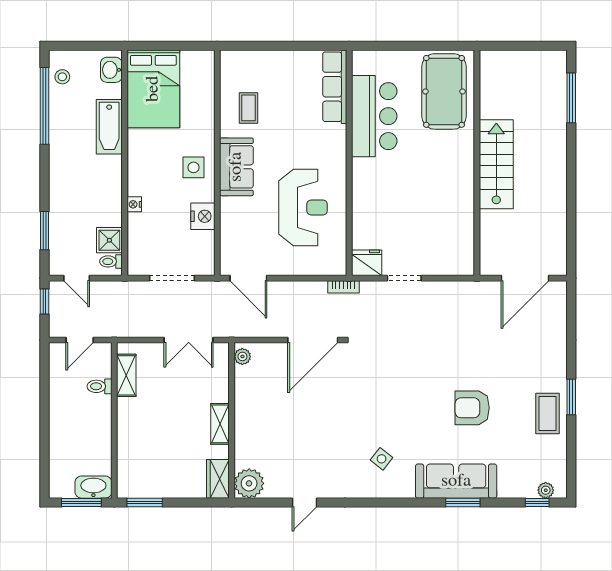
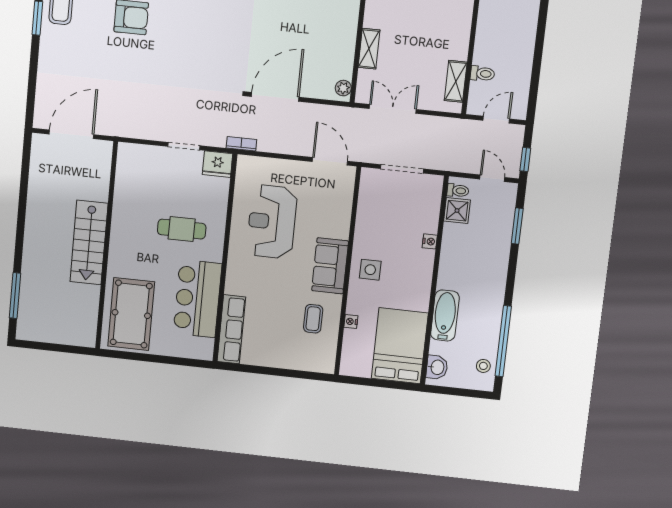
cafe table: (398, 189) -> (182, 229), added
nightstand: (203, 216) -> (351, 321), moved, width x0.53, depth x0.56
shelving: (220, 424) -> (369, 49), moved

